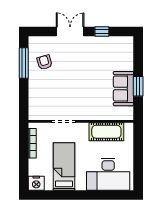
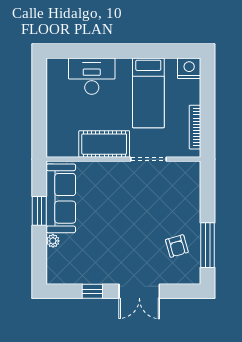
plant: (129, 66) -> (53, 241), added
sofa: (123, 89) -> (61, 198), width x1.36
cot: (106, 132) -> (104, 144), moved
desk: (108, 174) -> (92, 76), width x0.73, depth x0.77

